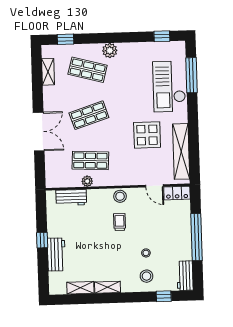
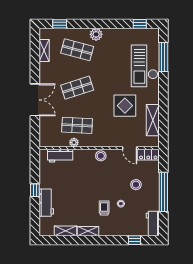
shelving: (181, 151) -> (153, 120), width x0.68
trolley: (119, 222) -> (104, 208), moved
stool: (147, 276) -> (136, 185), moved

